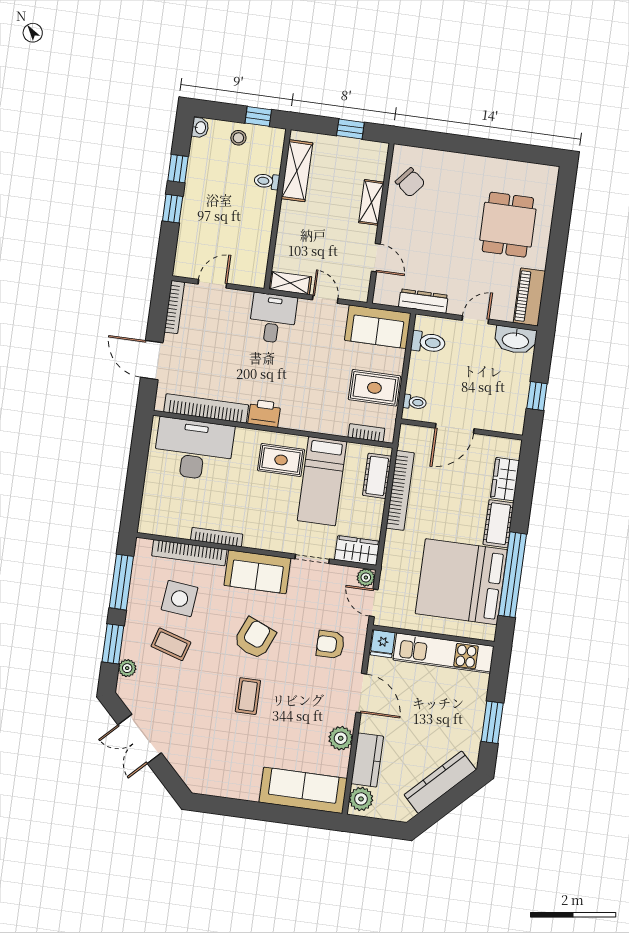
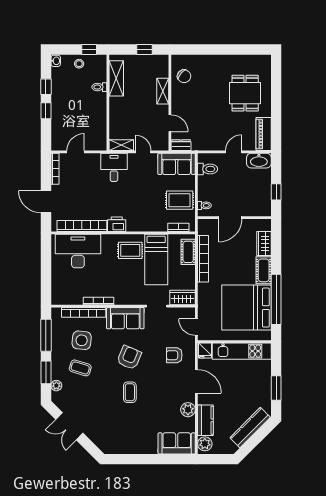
dresser: (423, 301) -> (181, 145), moved, width x0.70
plant: (366, 577) -> (190, 313), removed
sofa: (303, 790) -> (177, 443), width x0.73

